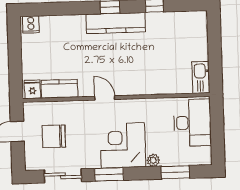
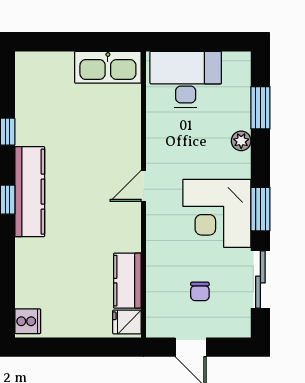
kitchen sink: (201, 77) -> (108, 67), width x1.36, depth x1.24
door: (105, 98) -> (144, 186), moved
chair: (54, 136) -> (200, 291), width x0.54, depth x0.54
corner desk: (123, 145) -> (217, 213), moved

